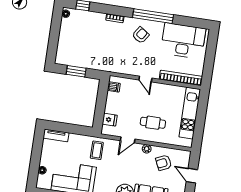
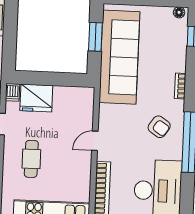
sofa: (91, 57) -> (119, 57), added
dishwasher: (114, 87) -> (13, 92), moved
fridge: (110, 120) -> (36, 98), width x1.88, depth x1.34

